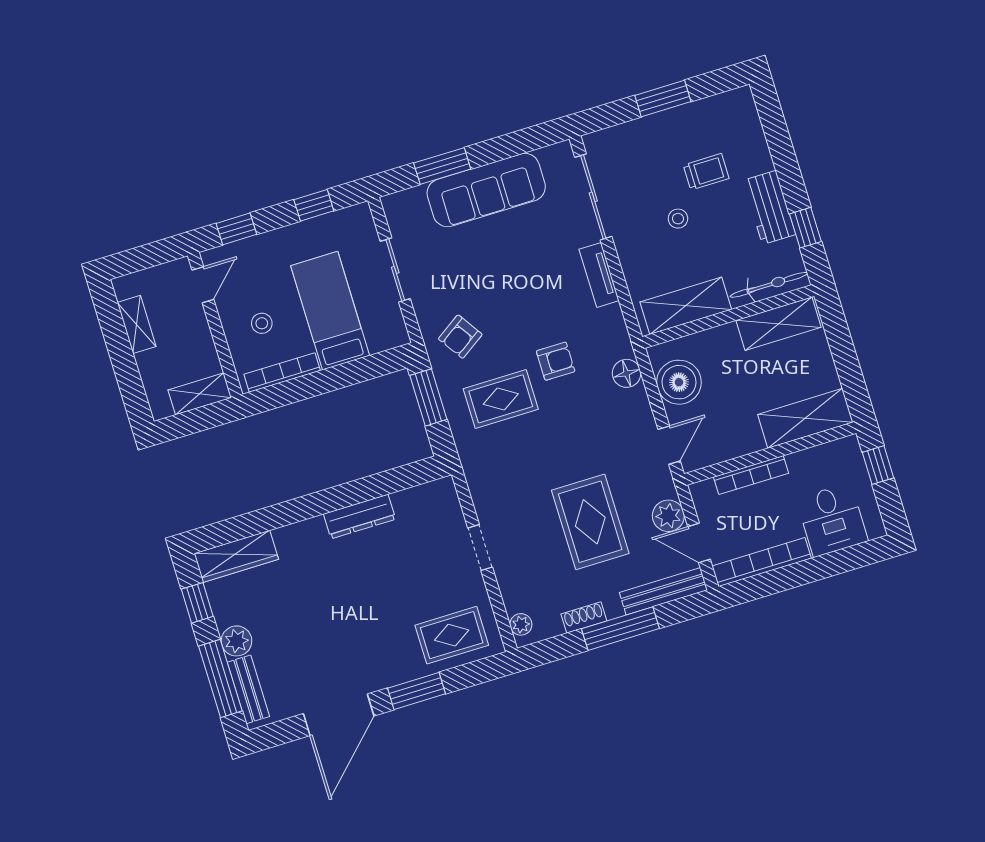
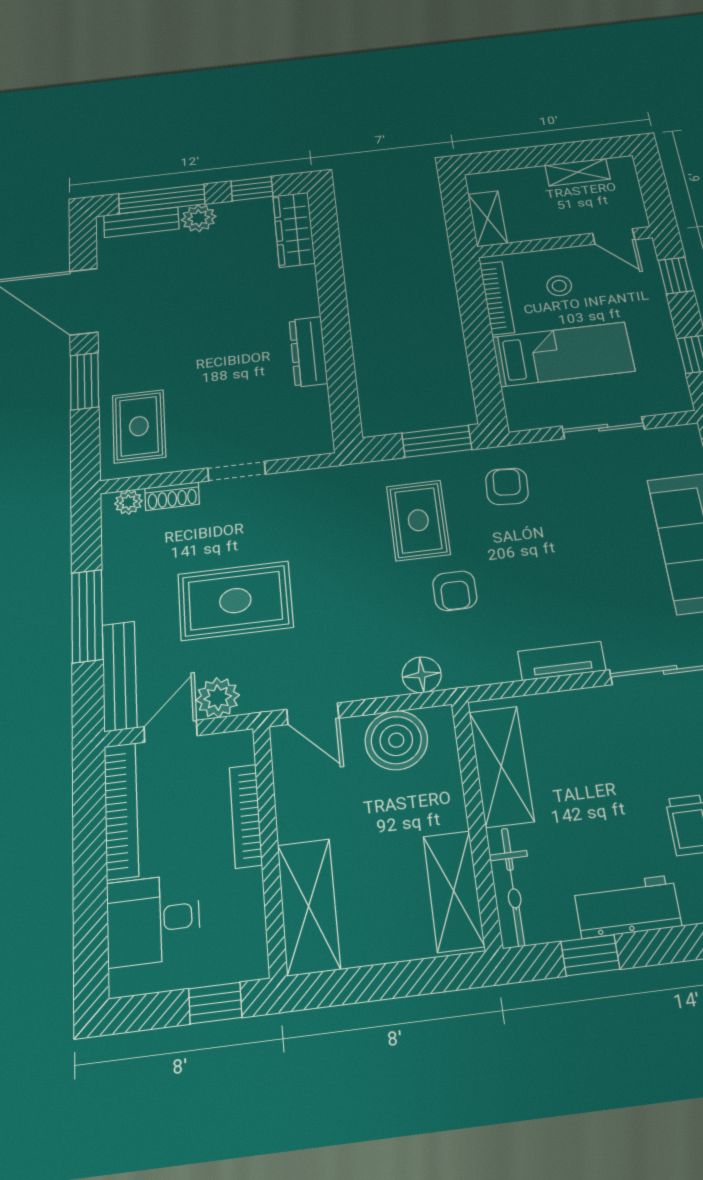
stool: (678, 219) -> (627, 775), removed
armchair: (460, 337) -> (507, 486), turned 38
shoe rack: (584, 617) -> (172, 496), moved, turned 90

